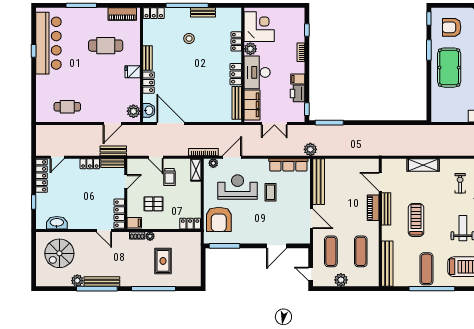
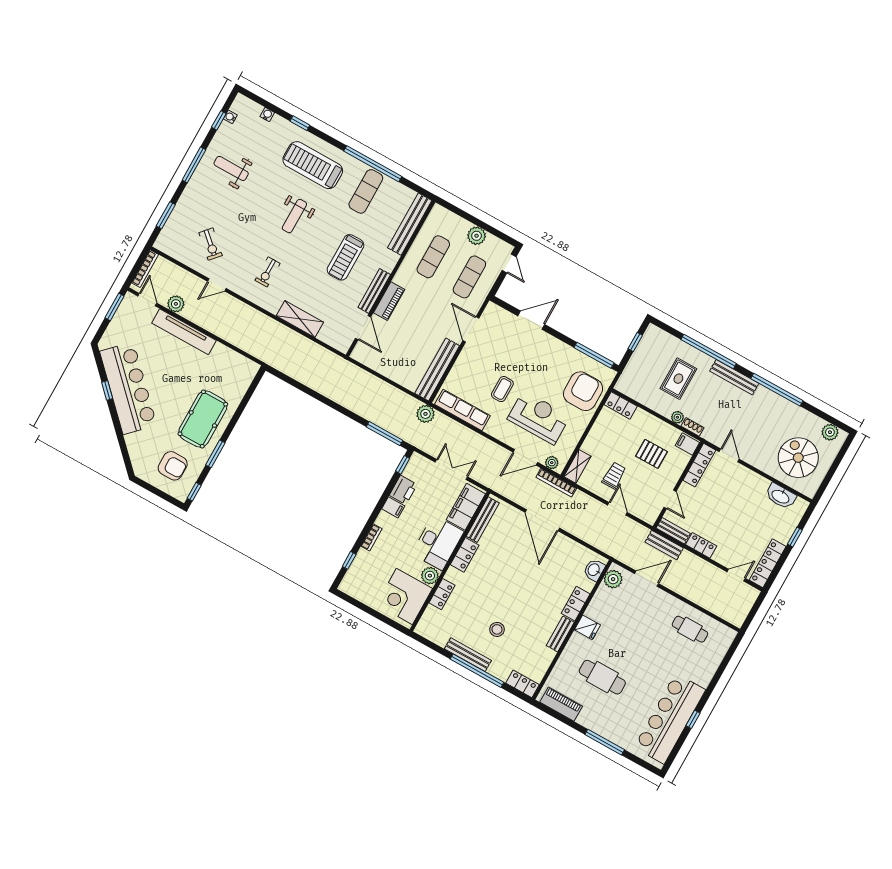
bench: (203, 12) -> (468, 655), width x1.36
door: (171, 123) -> (542, 520), moved
door: (126, 182) -> (670, 499), swing flipped
reception desk: (238, 187) -> (539, 418), turned 180
spiral stairs: (59, 253) -> (798, 458), turned -90
window: (203, 269) -> (635, 342), added
plant: (77, 281) -> (830, 432), moved
bench: (102, 282) -> (734, 377), moved

